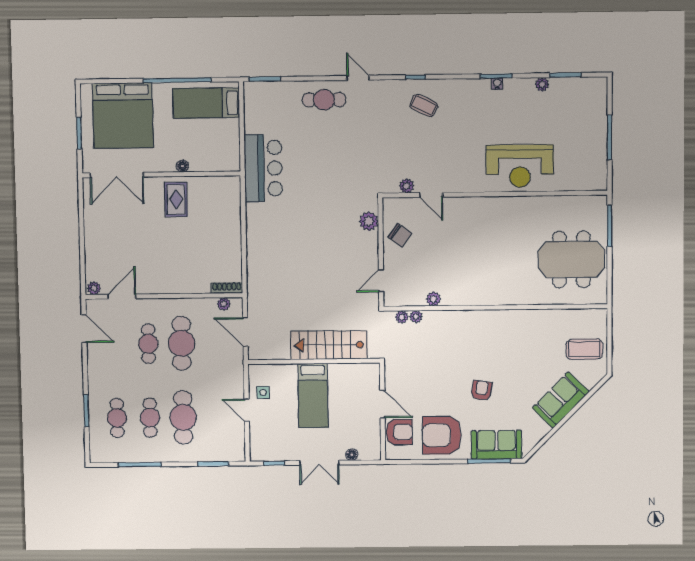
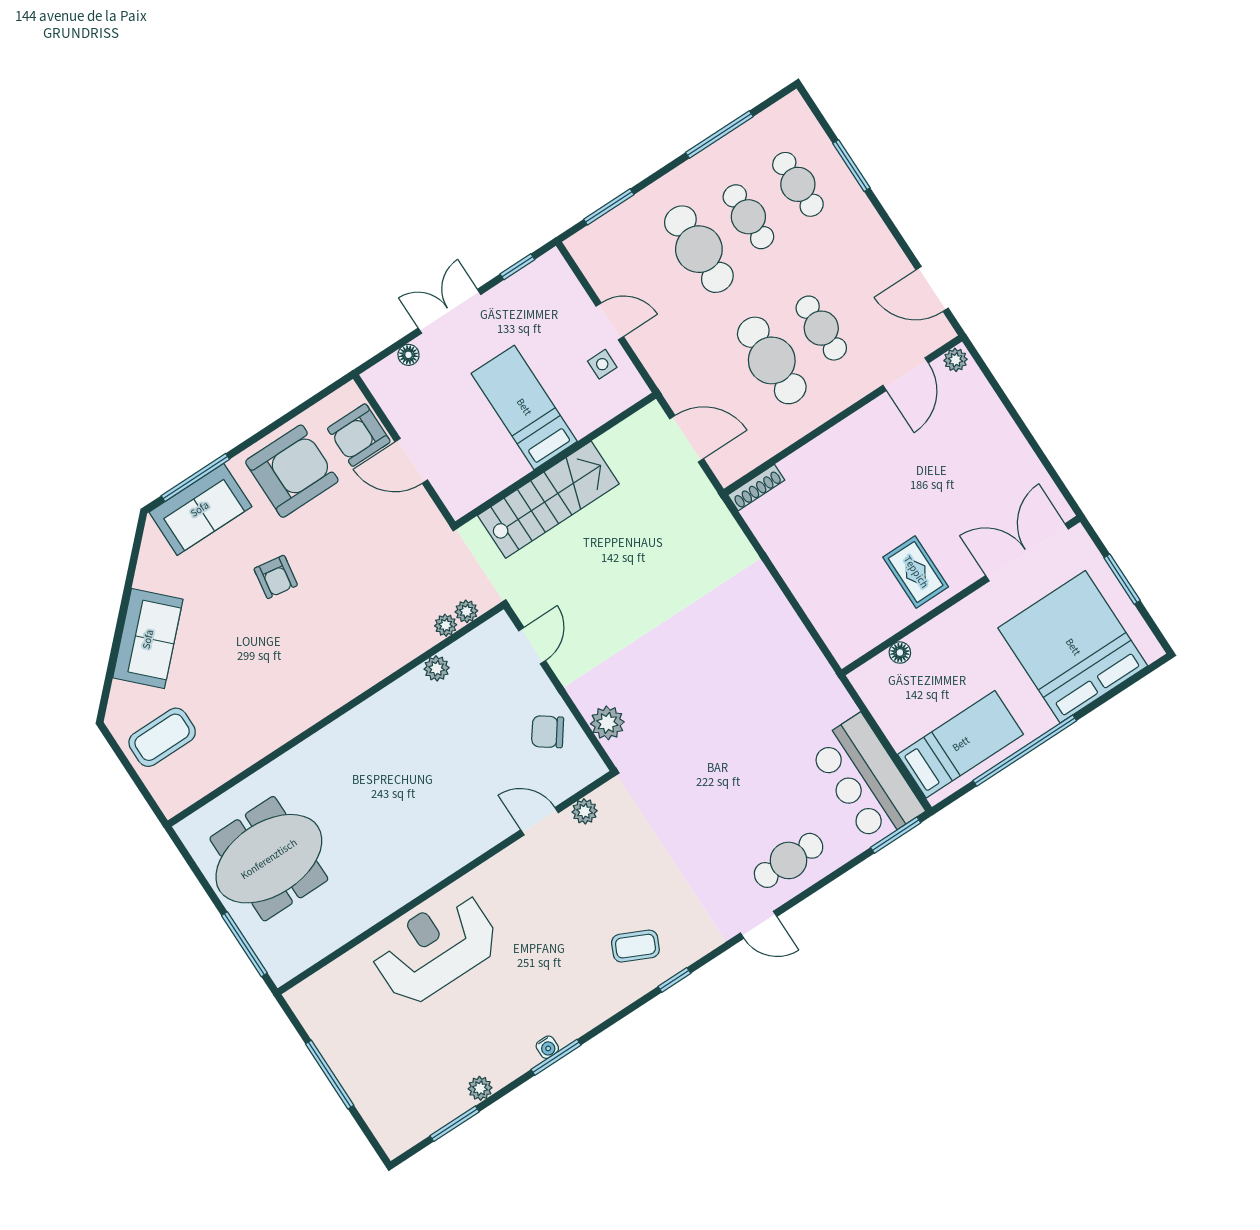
floor lamp: (182, 166) -> (900, 653), moved
bar counter: (263, 168) -> (866, 779), moved
plant: (224, 304) -> (746, 461), removed

